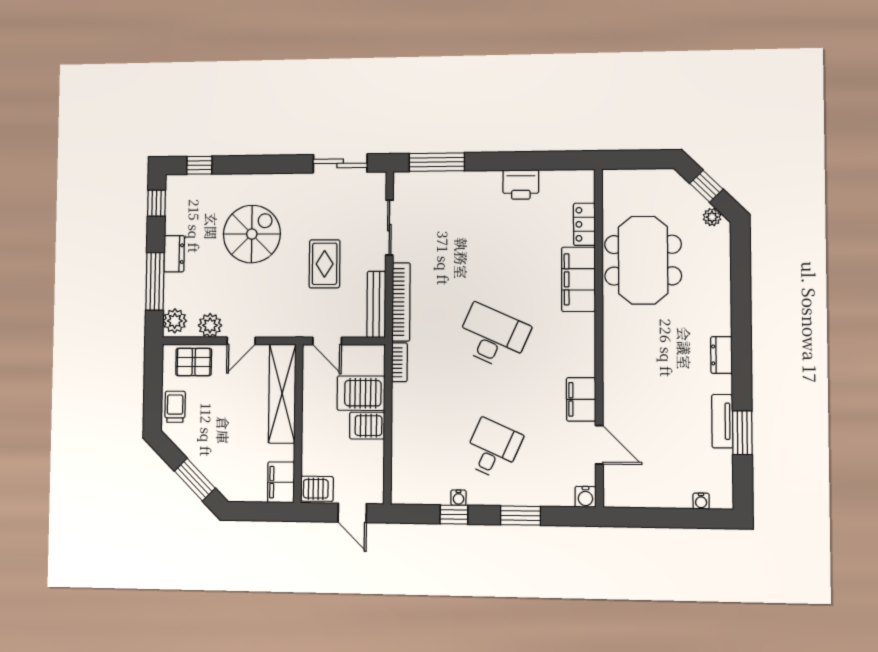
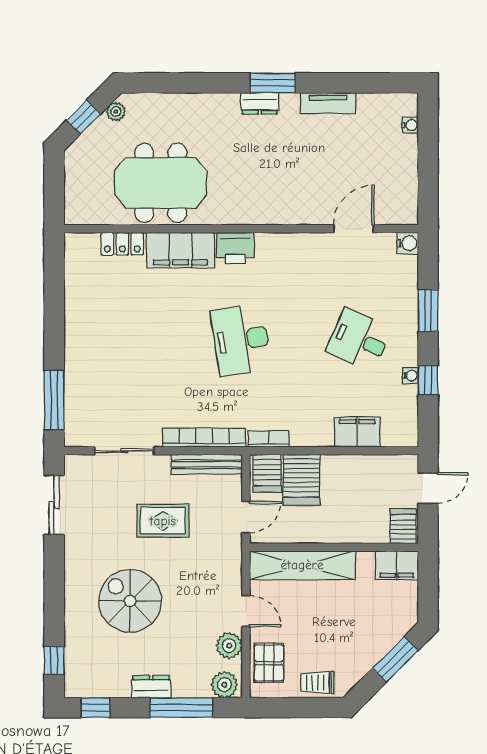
printer: (521, 185) -> (235, 248), moved, turned 90
desk: (493, 337) -> (241, 340), turned -33
filing cabinet: (581, 399) -> (357, 432), moved, turned 180
server rack: (367, 426) -> (267, 473), moved
window: (742, 433) -> (273, 83), moved

